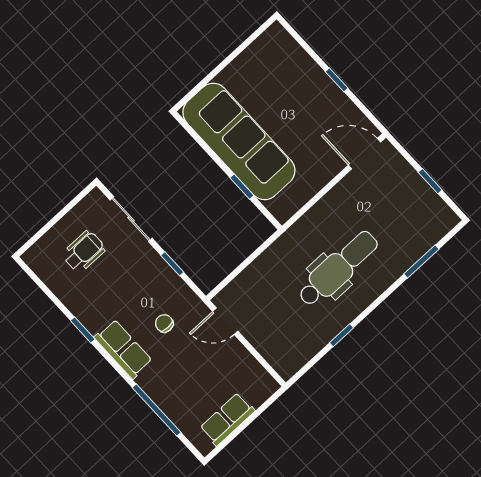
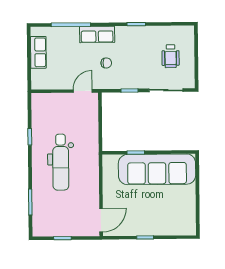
row of seats: (123, 349) -> (97, 35), moved

